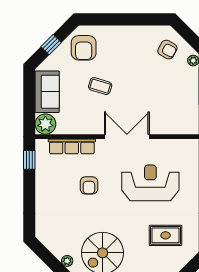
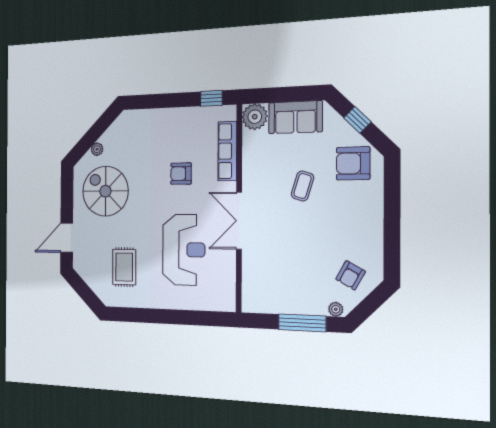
double door: (127, 137) -> (239, 221), swing flipped

